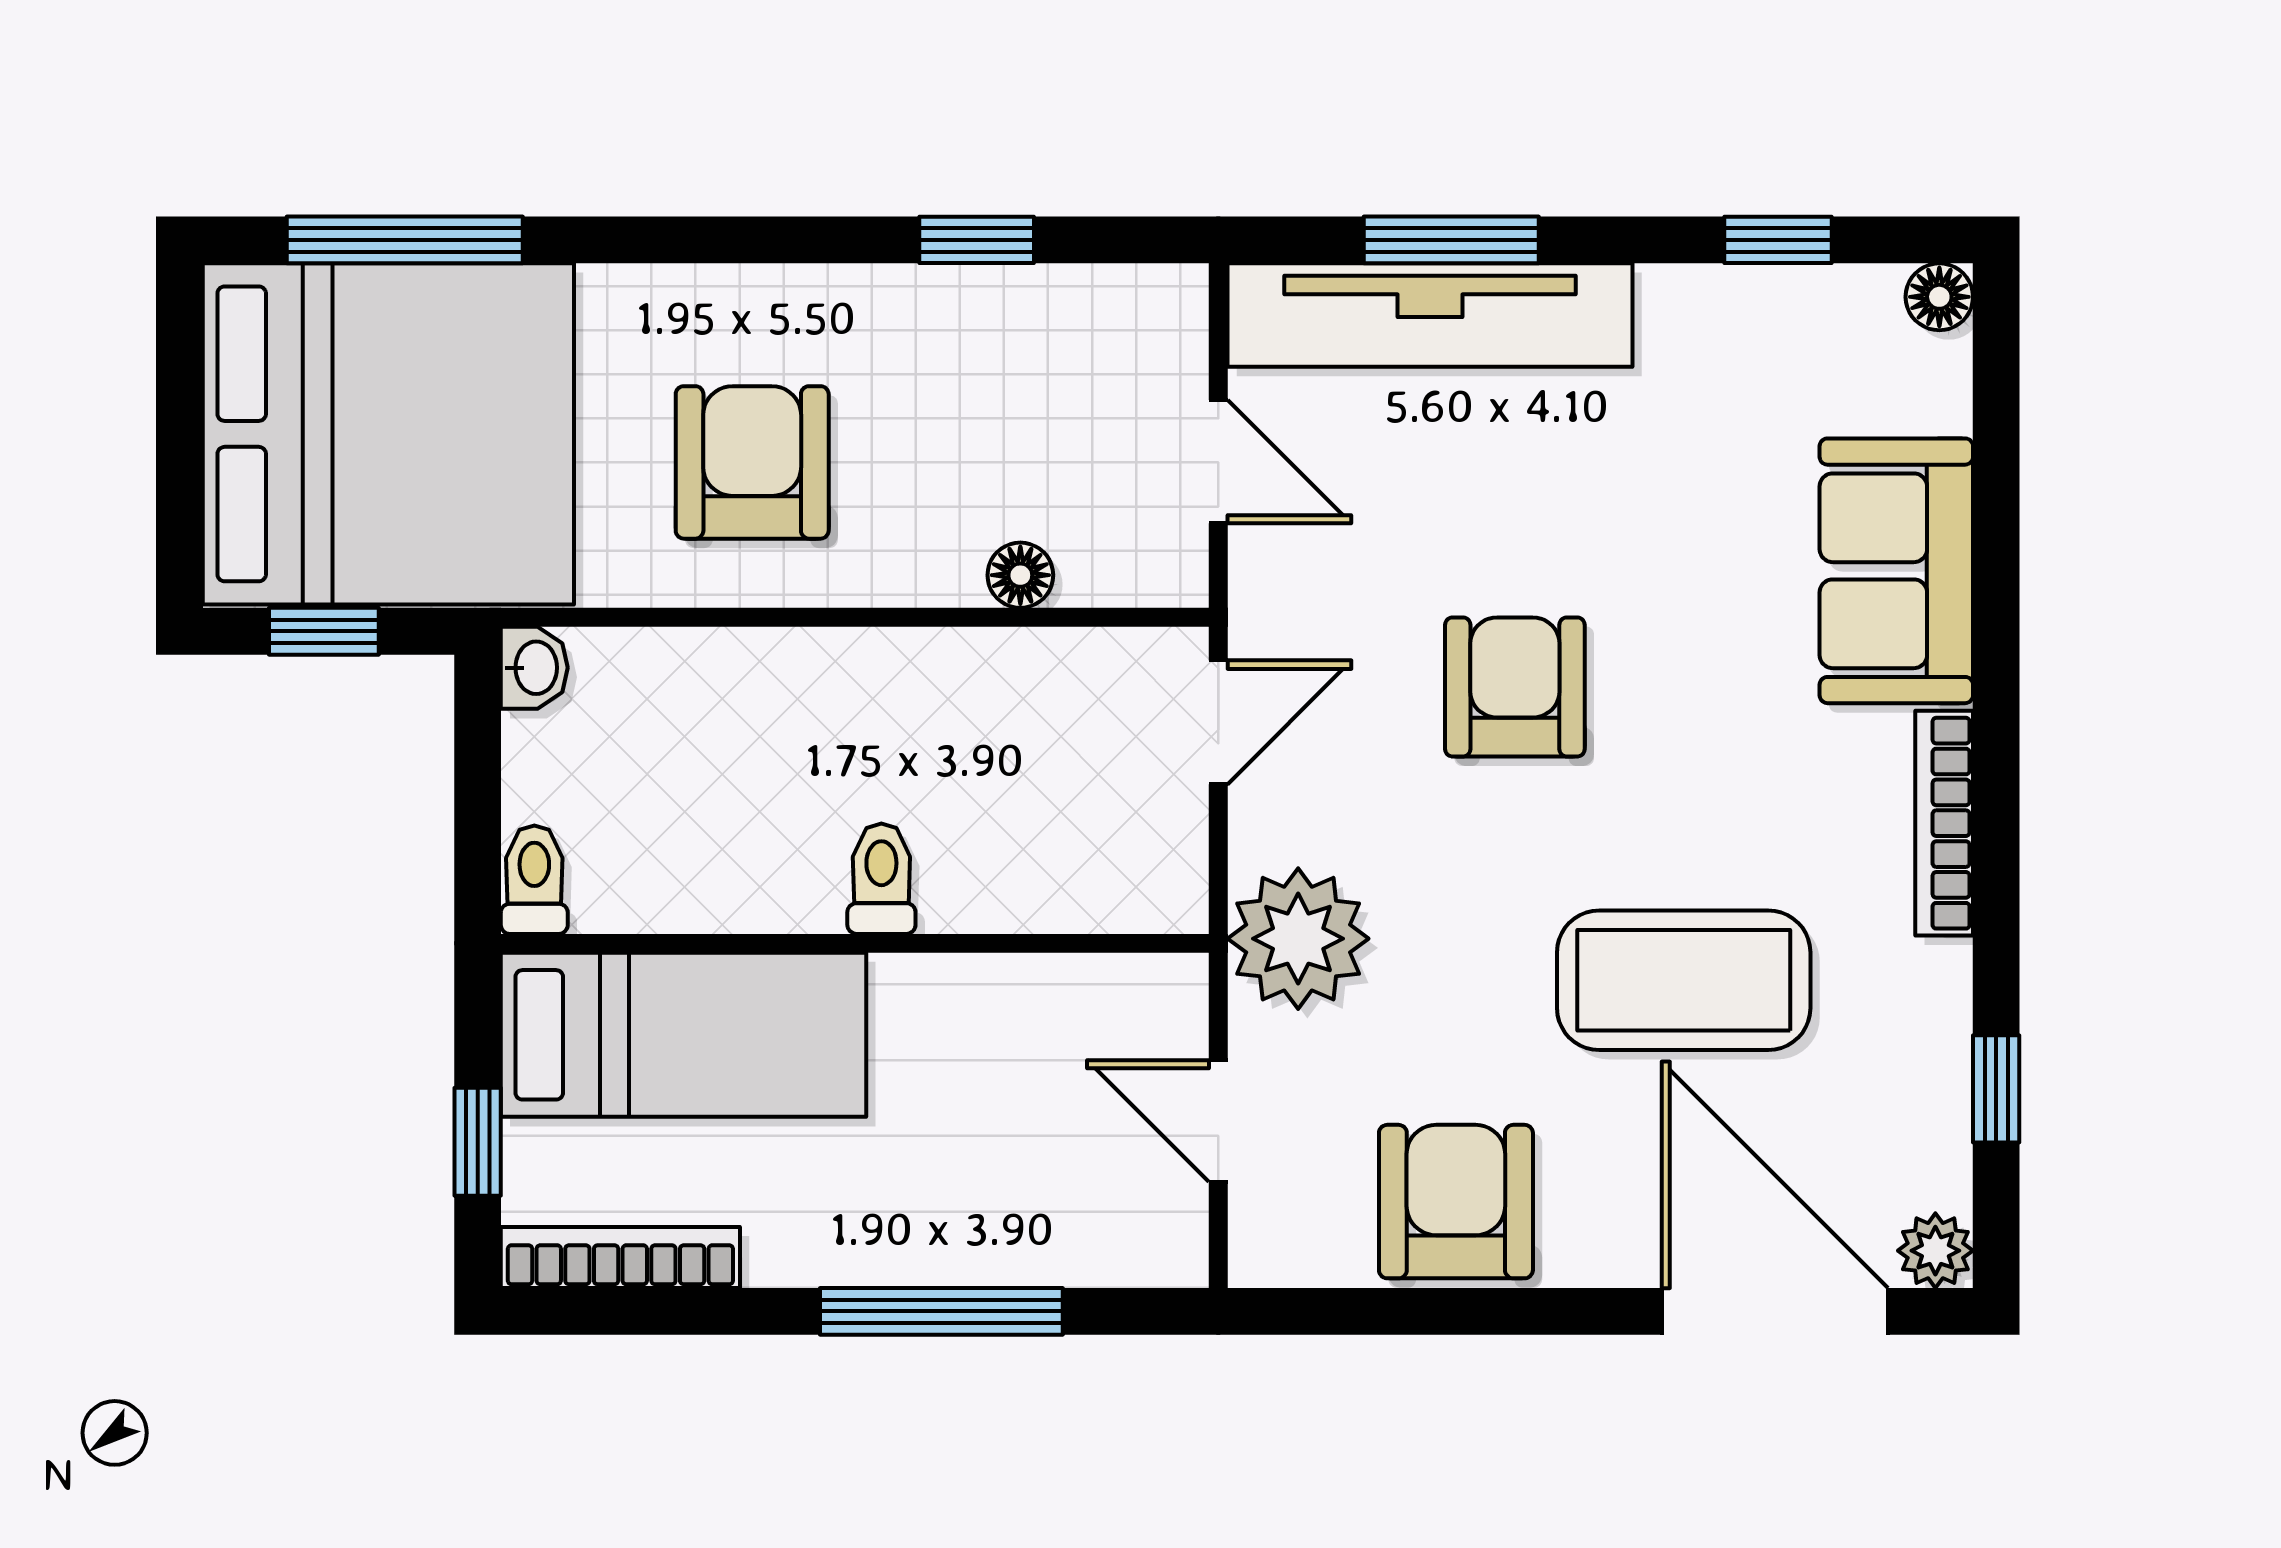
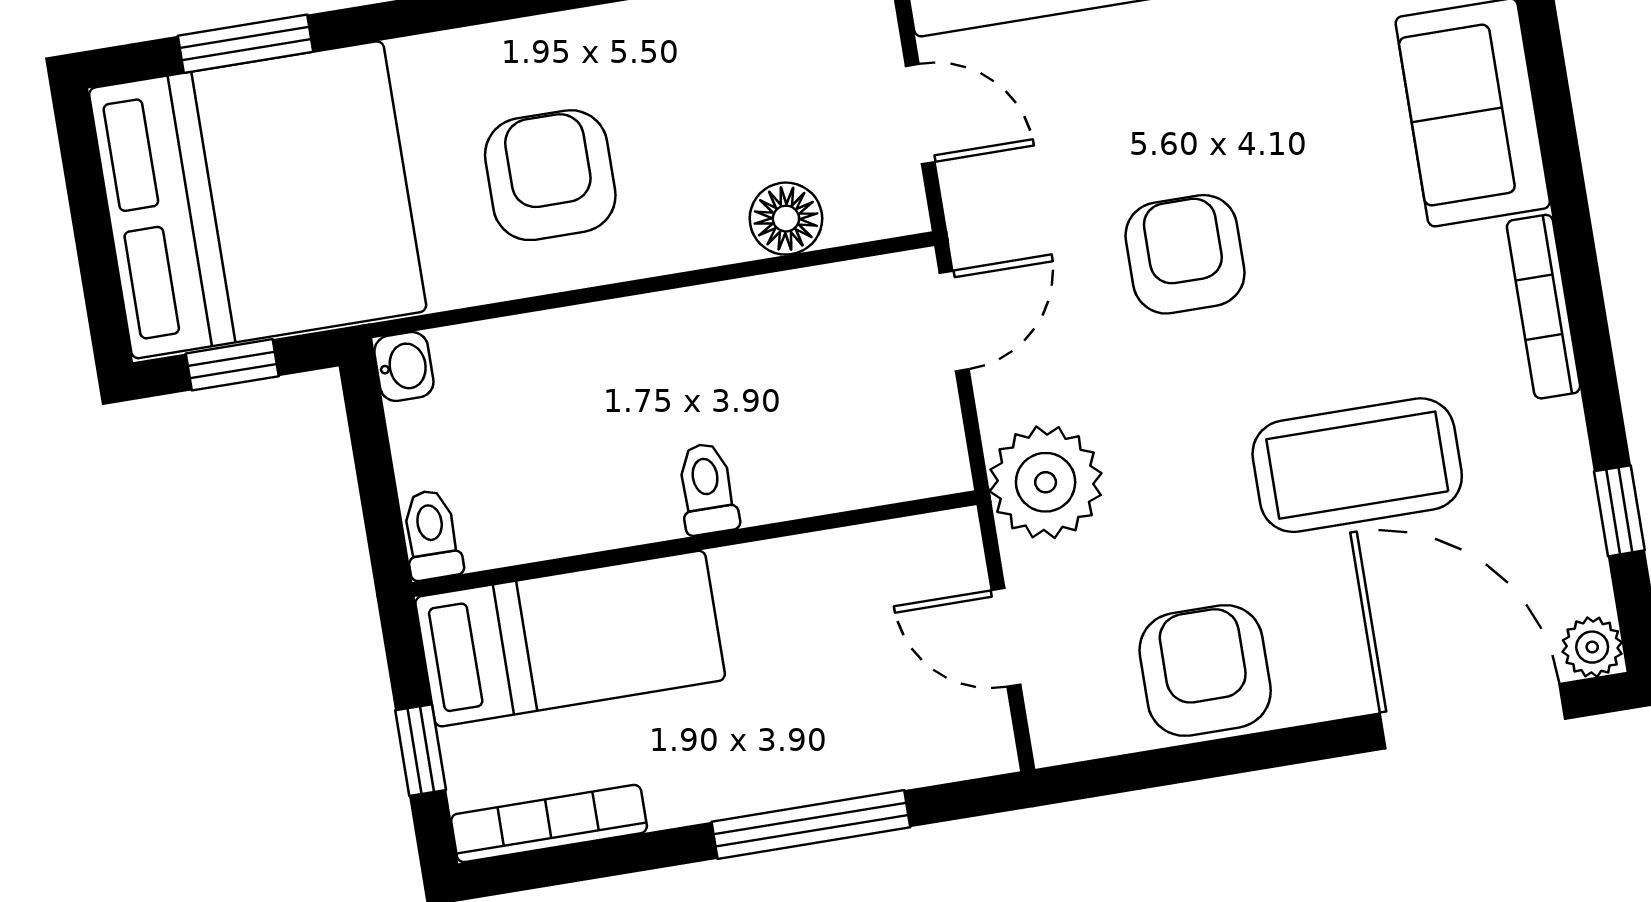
window: (405, 240) -> (246, 44), width x0.69
floor lamp: (1020, 575) -> (786, 219), width x1.37, depth x1.37

